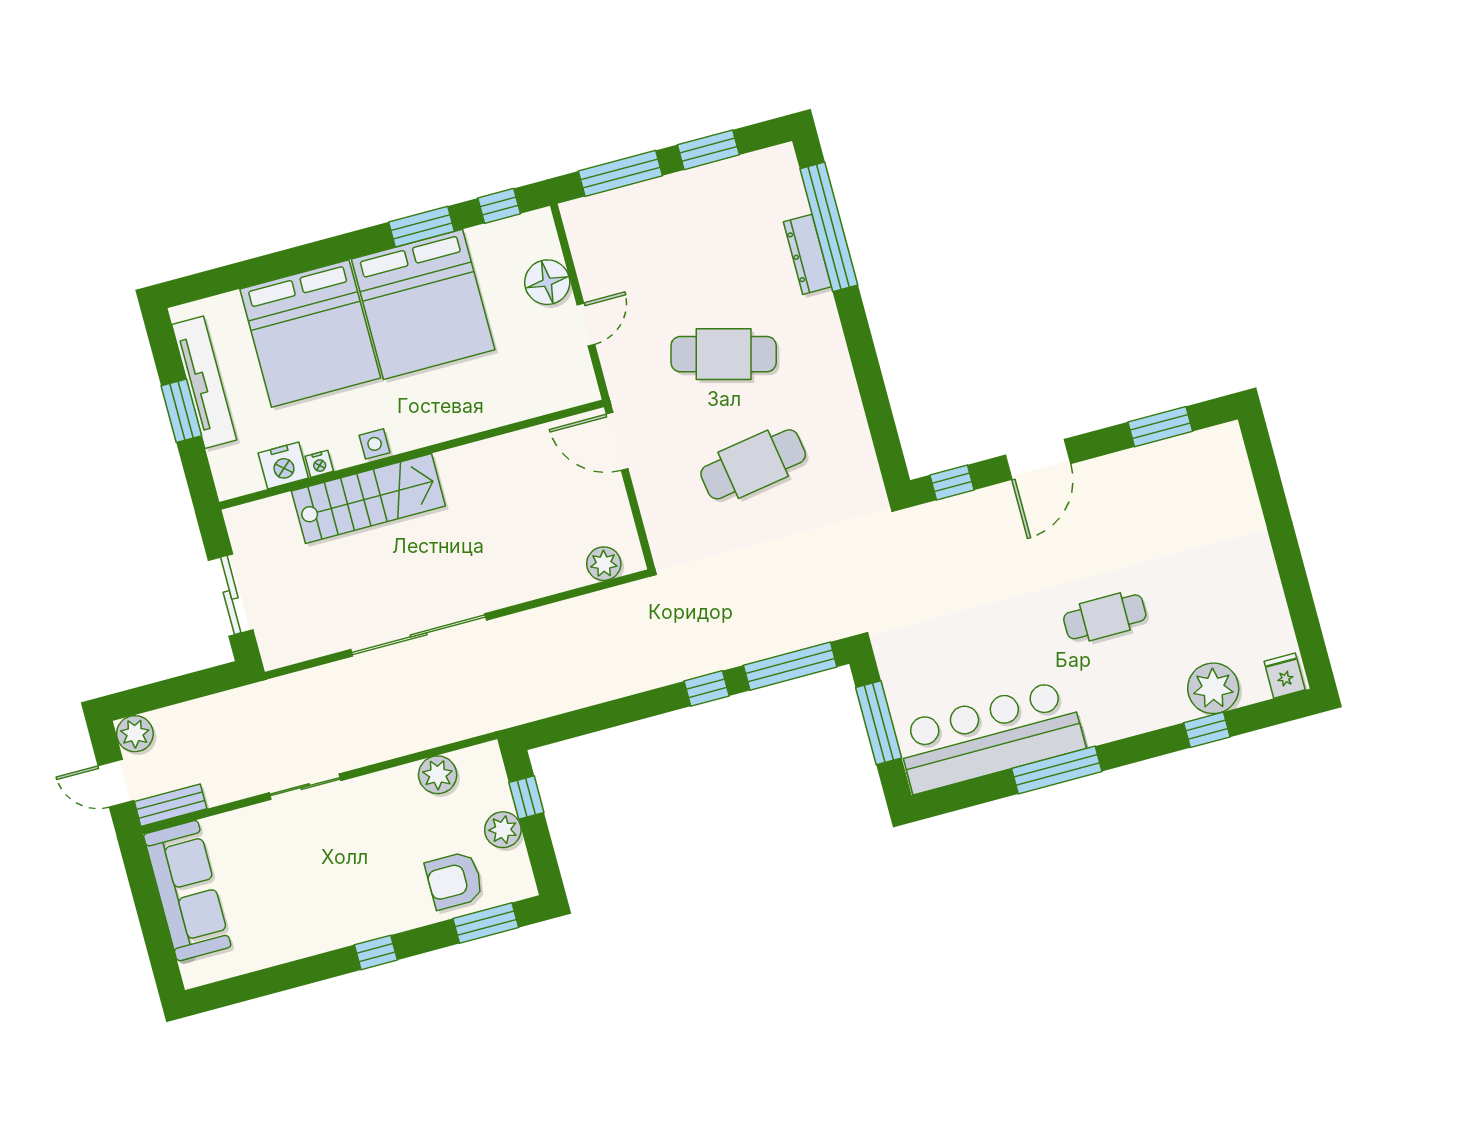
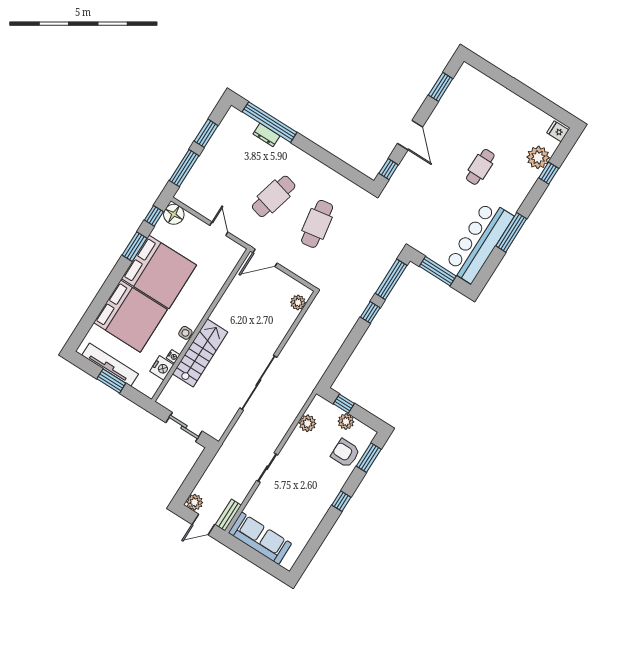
dresser: (807, 254) -> (266, 135), width x0.70
floor lamp: (547, 282) -> (174, 214), moved
armchair: (454, 880) -> (345, 453), turned 90

